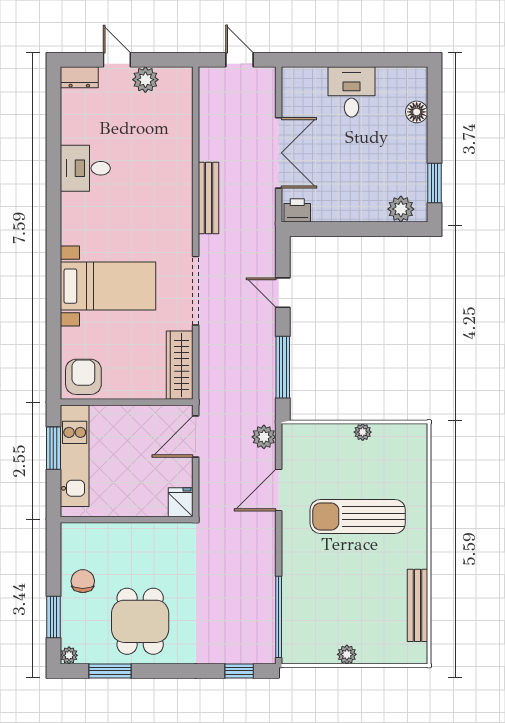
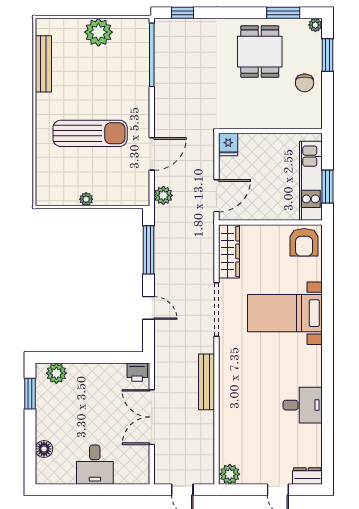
plant: (145, 80) -> (230, 474), moved
plant: (347, 654) -> (98, 32), width x1.88, depth x1.88

